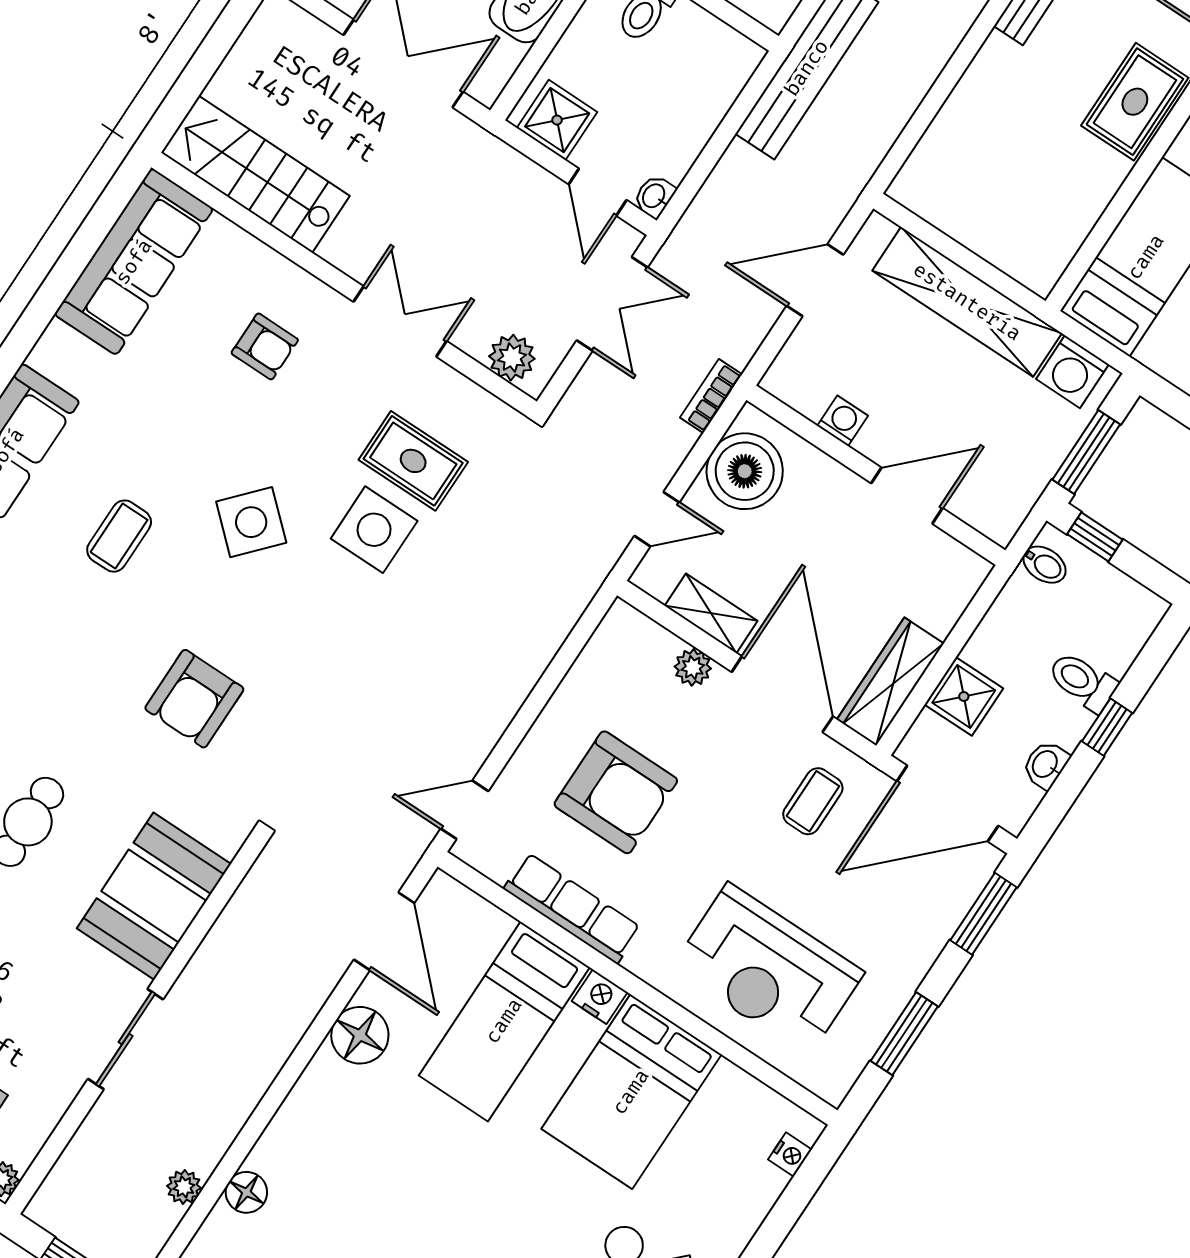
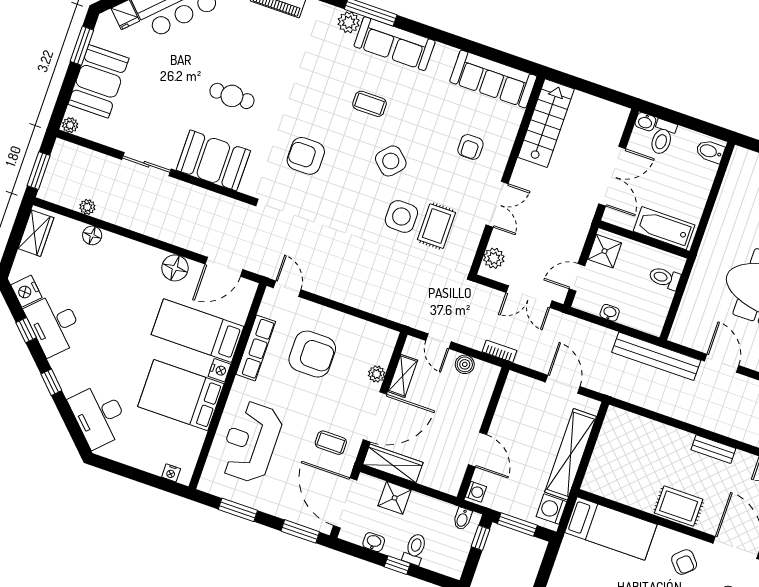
washbasin: (654, 196) -> (610, 313), moved
washing machine: (843, 421) -> (476, 492), moved
boiler: (745, 471) -> (465, 364), width x0.54, depth x0.54
armchair: (616, 792) -> (312, 354), turned -90

